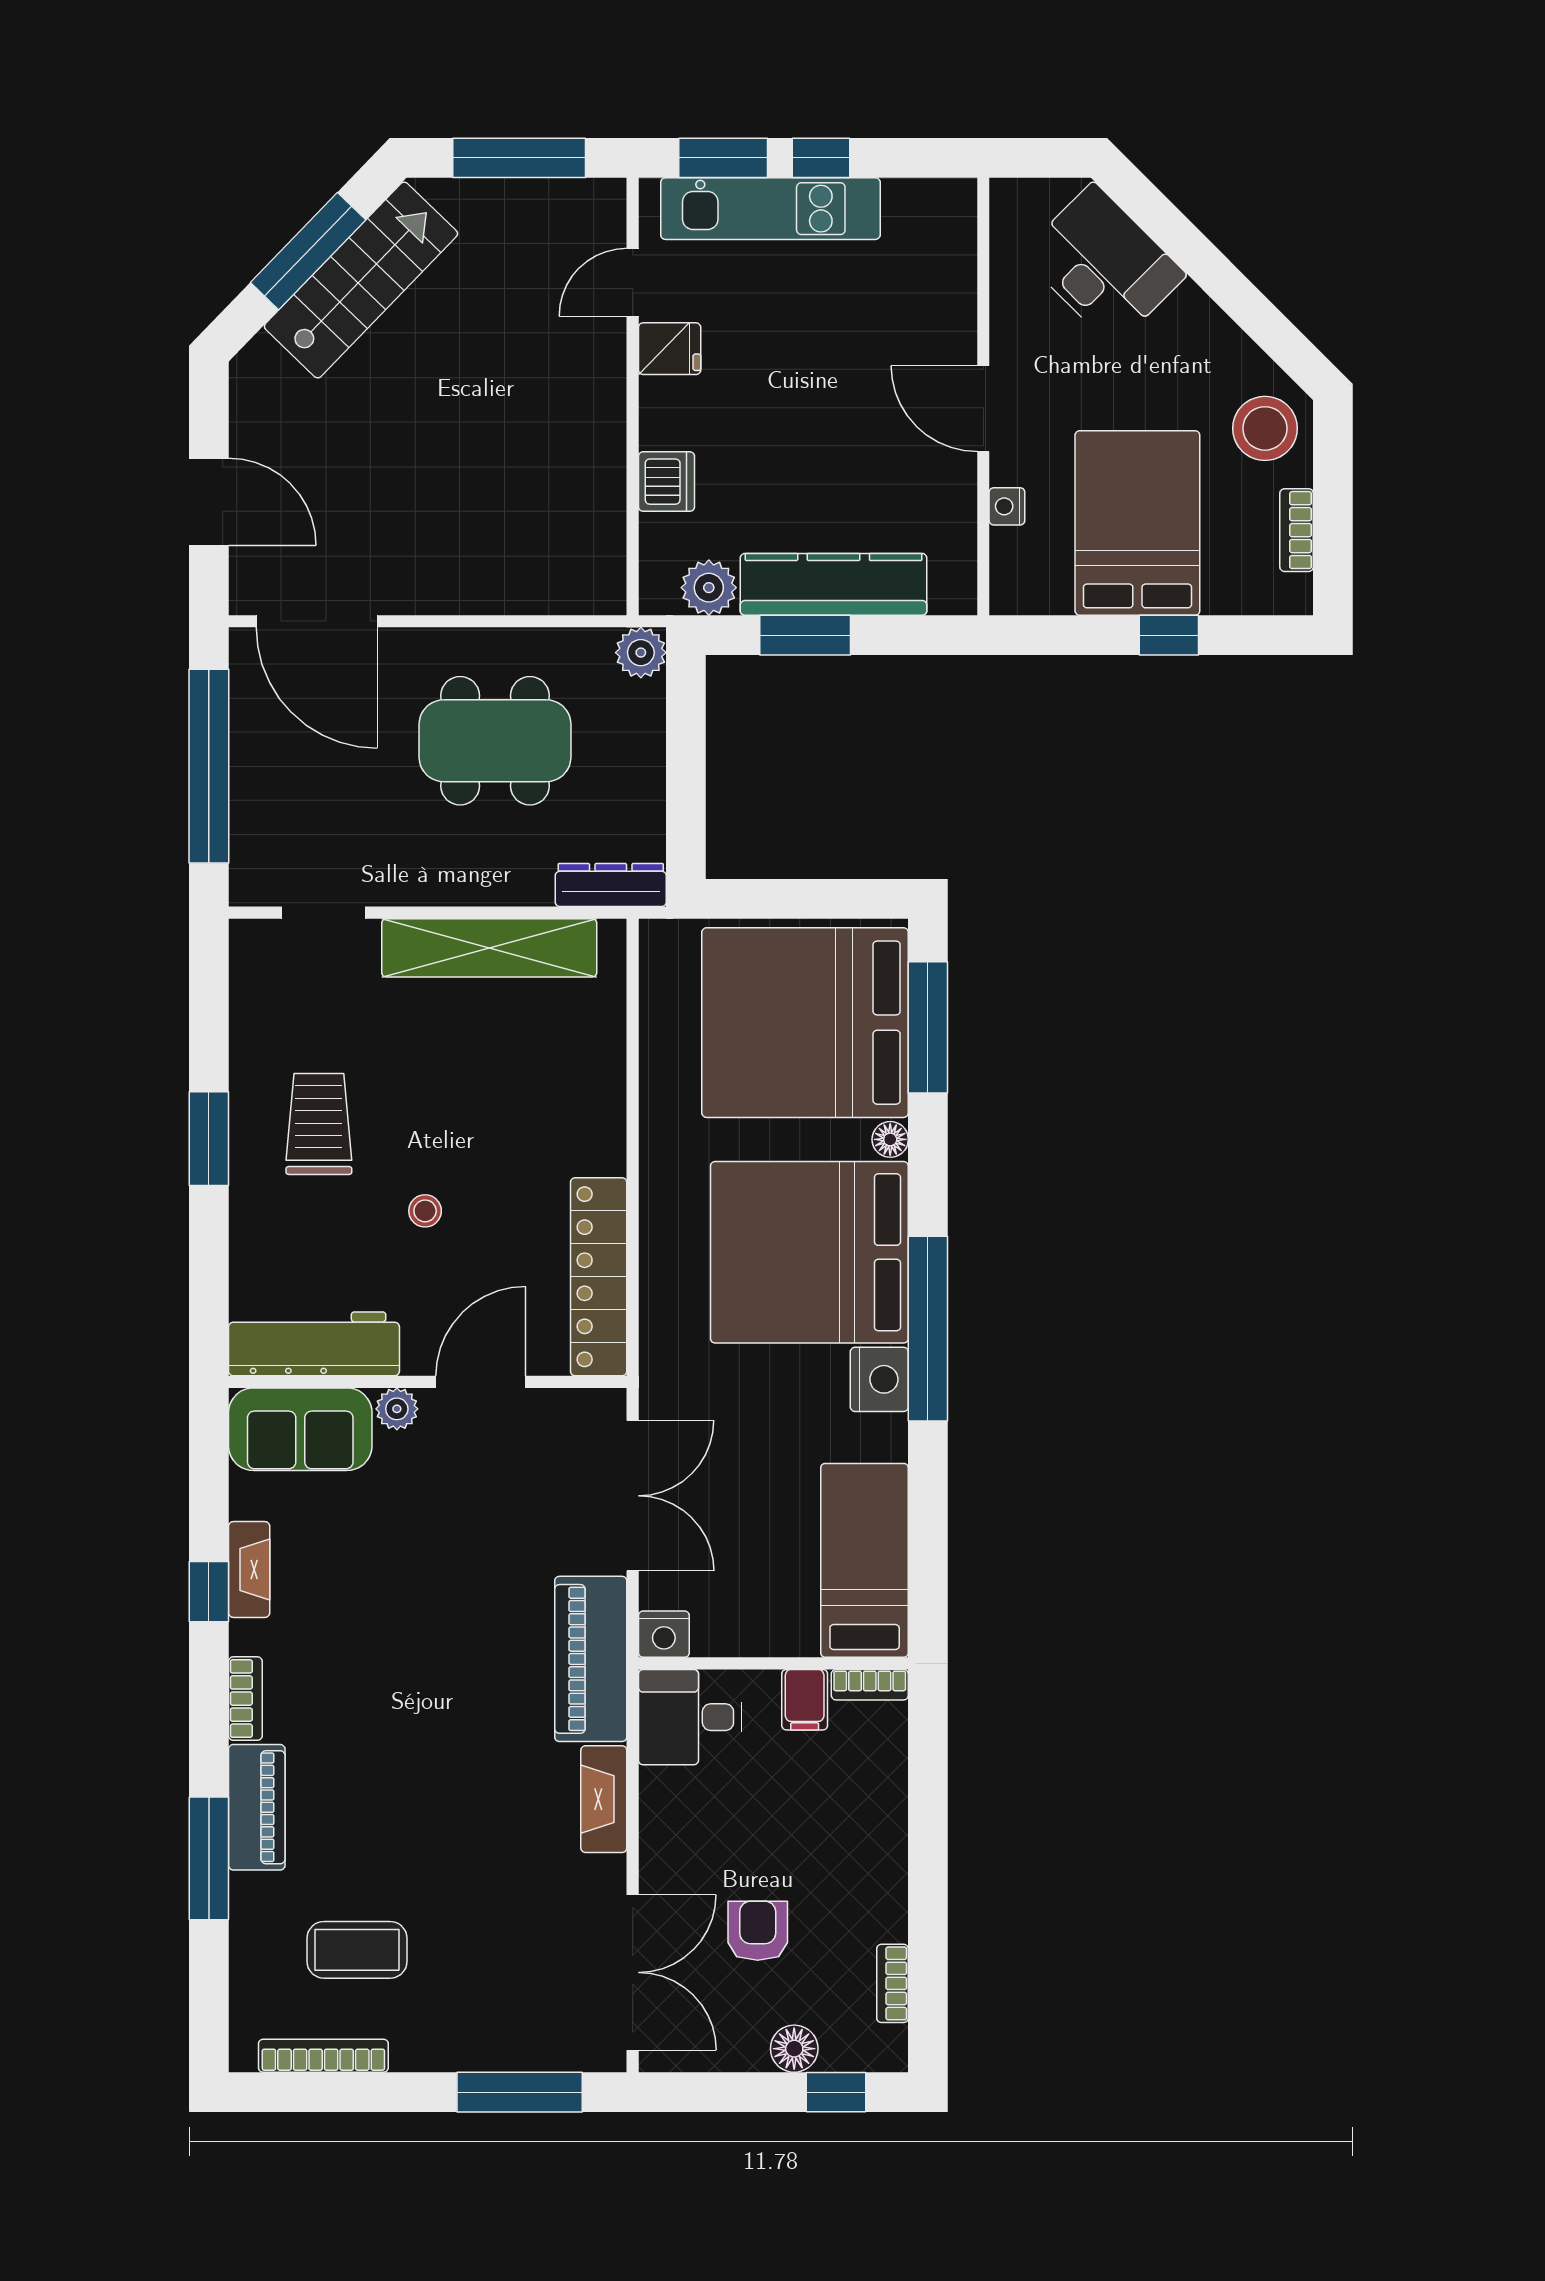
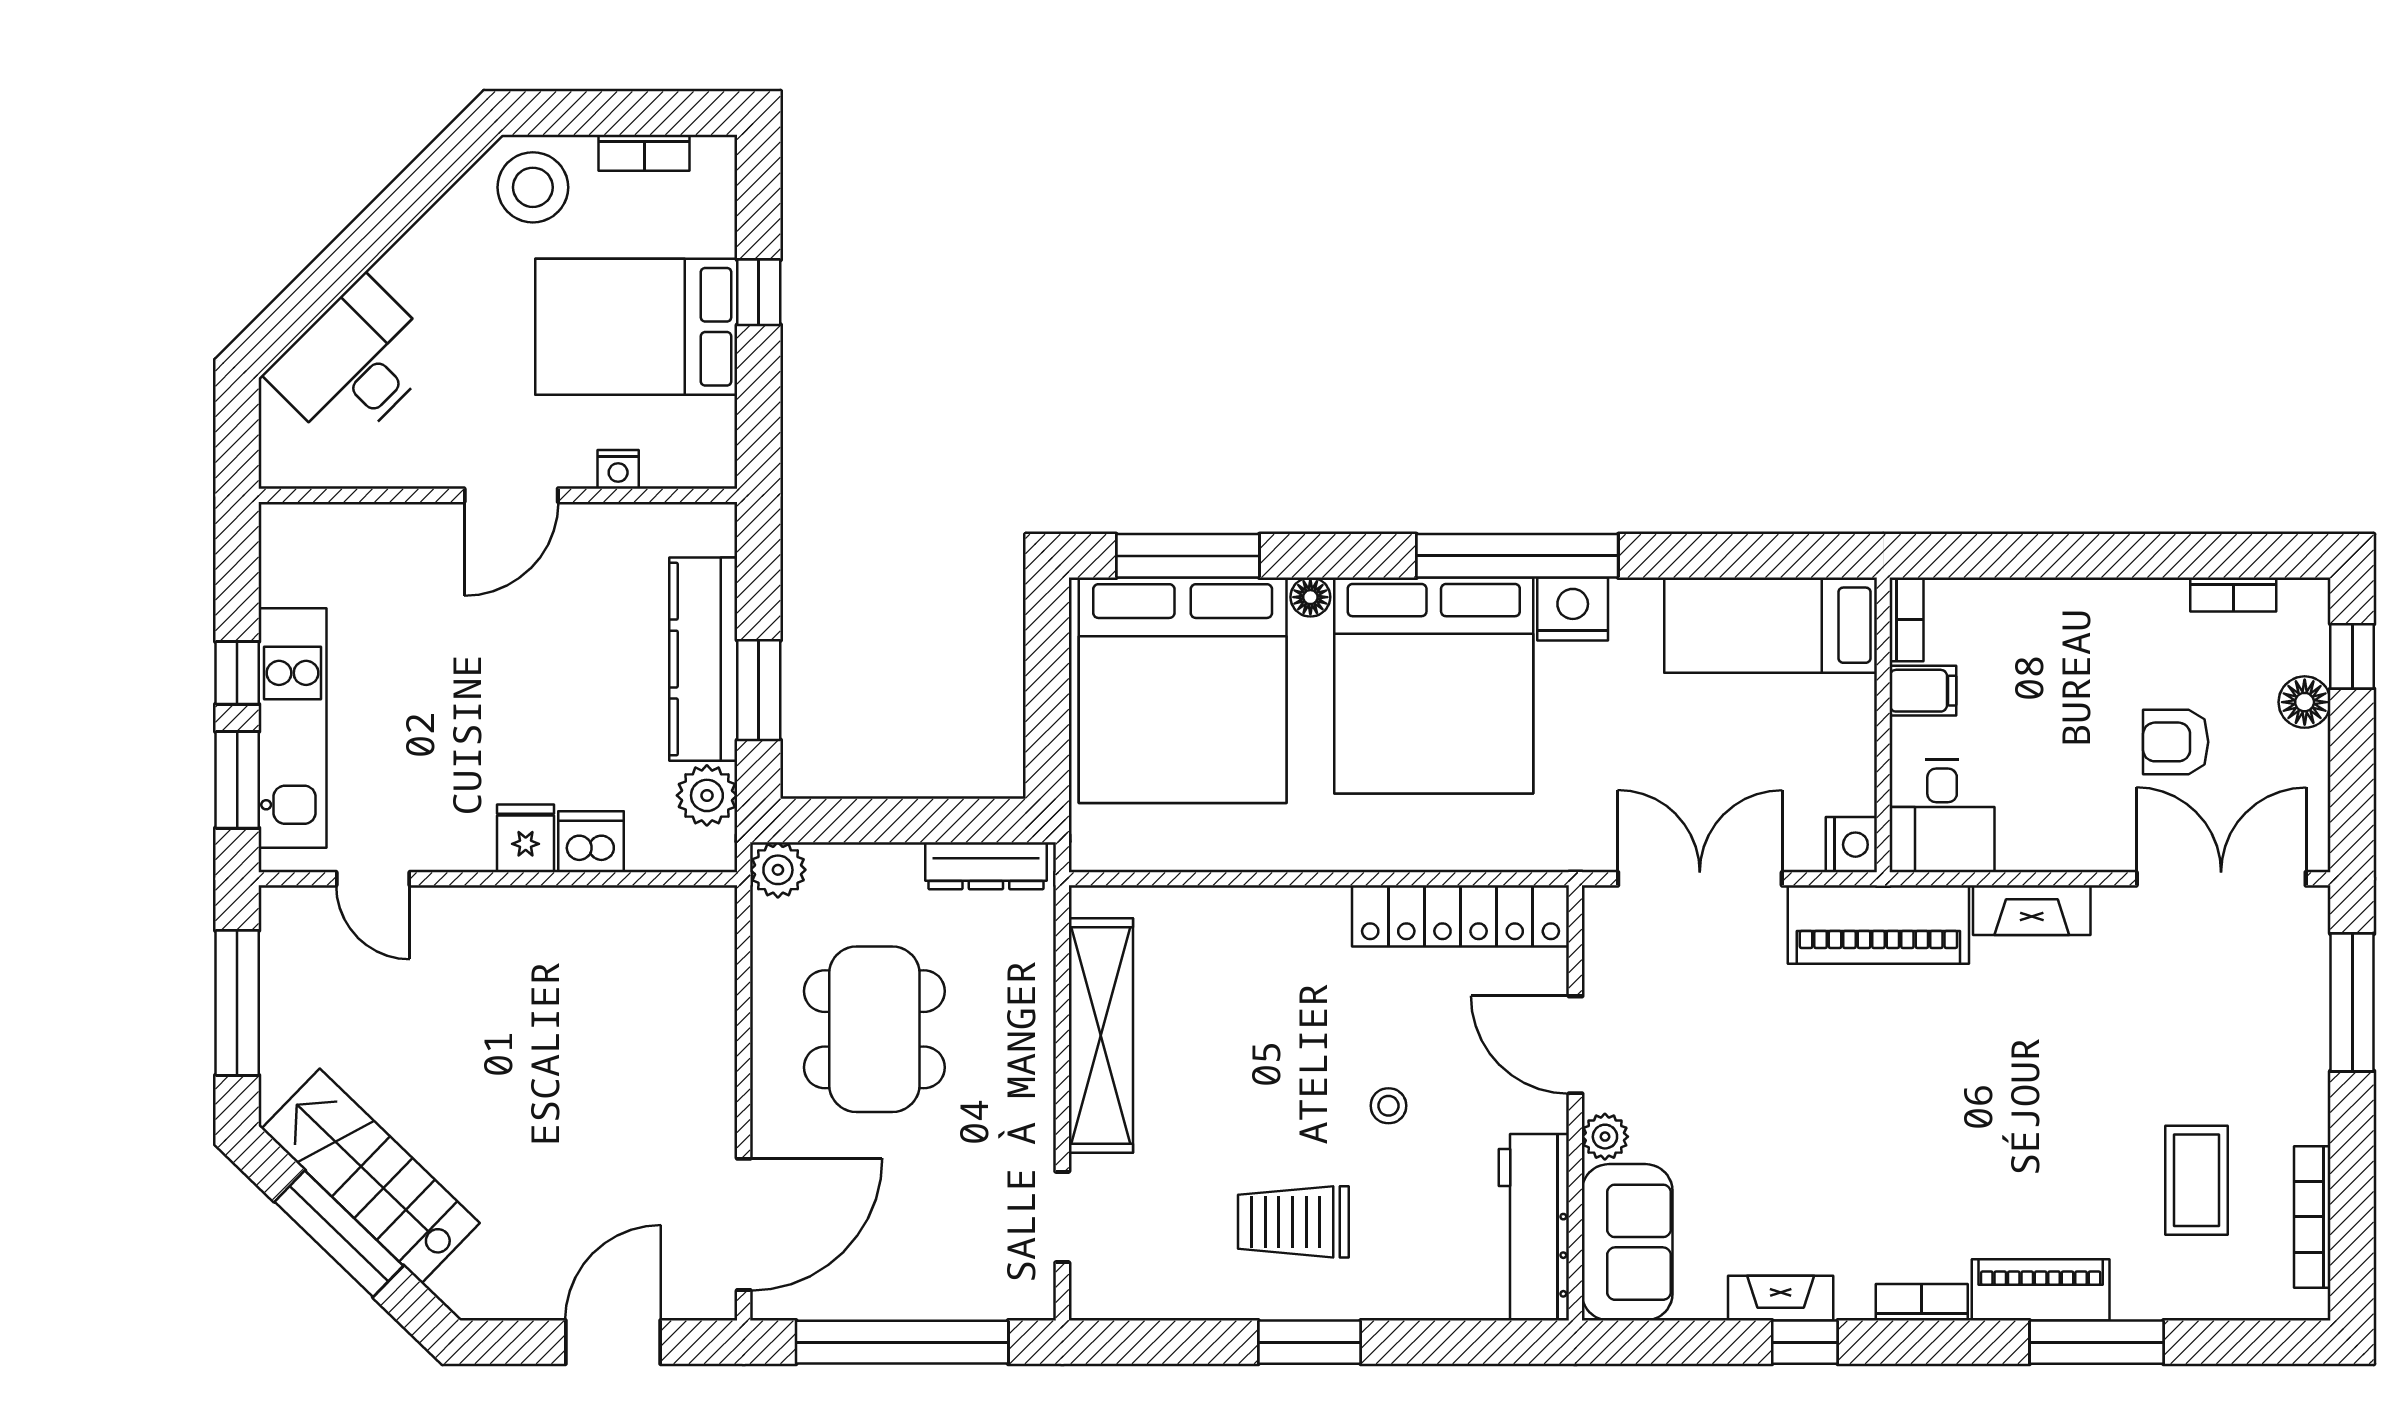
fridge: (670, 349) -> (526, 838), moved
dresser: (611, 885) -> (986, 866), moved, turned -90

